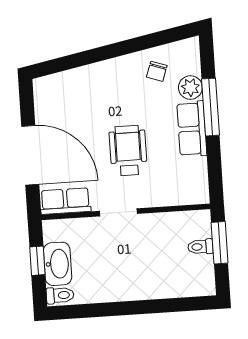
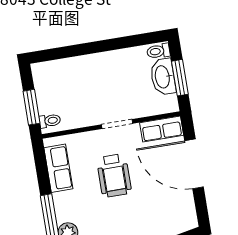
row of seats: (192, 129) -> (58, 168), moved
toilet: (200, 247) -> (50, 121), moved
window: (37, 261) -> (180, 78), width x1.50

